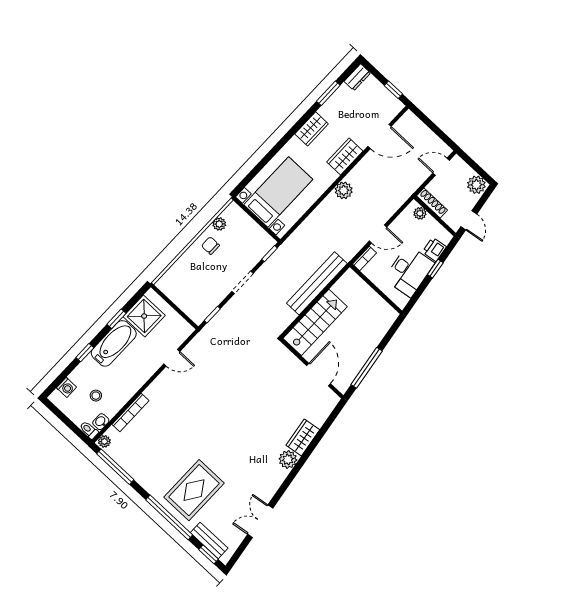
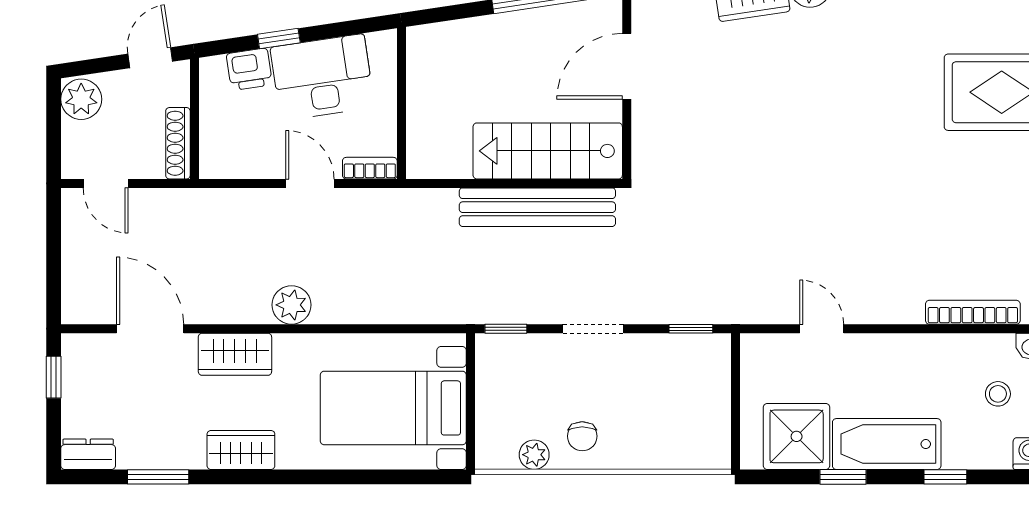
plant: (420, 213) -> (213, 147), removed
bench: (317, 283) -> (537, 207), moved

